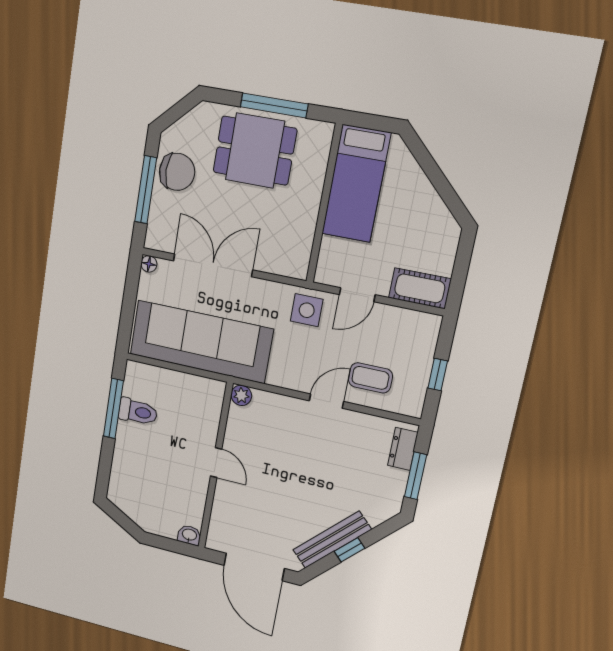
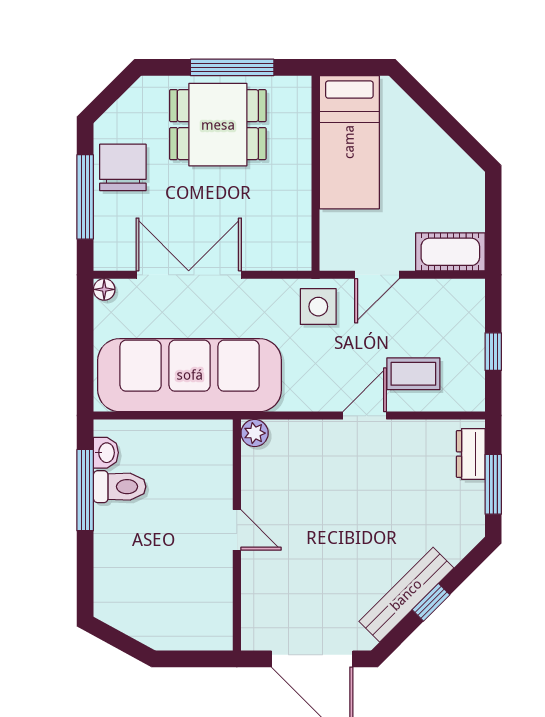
chair: (177, 172) -> (123, 167), turned -90
washbasin: (189, 535) -> (106, 453), moved, turned 90

